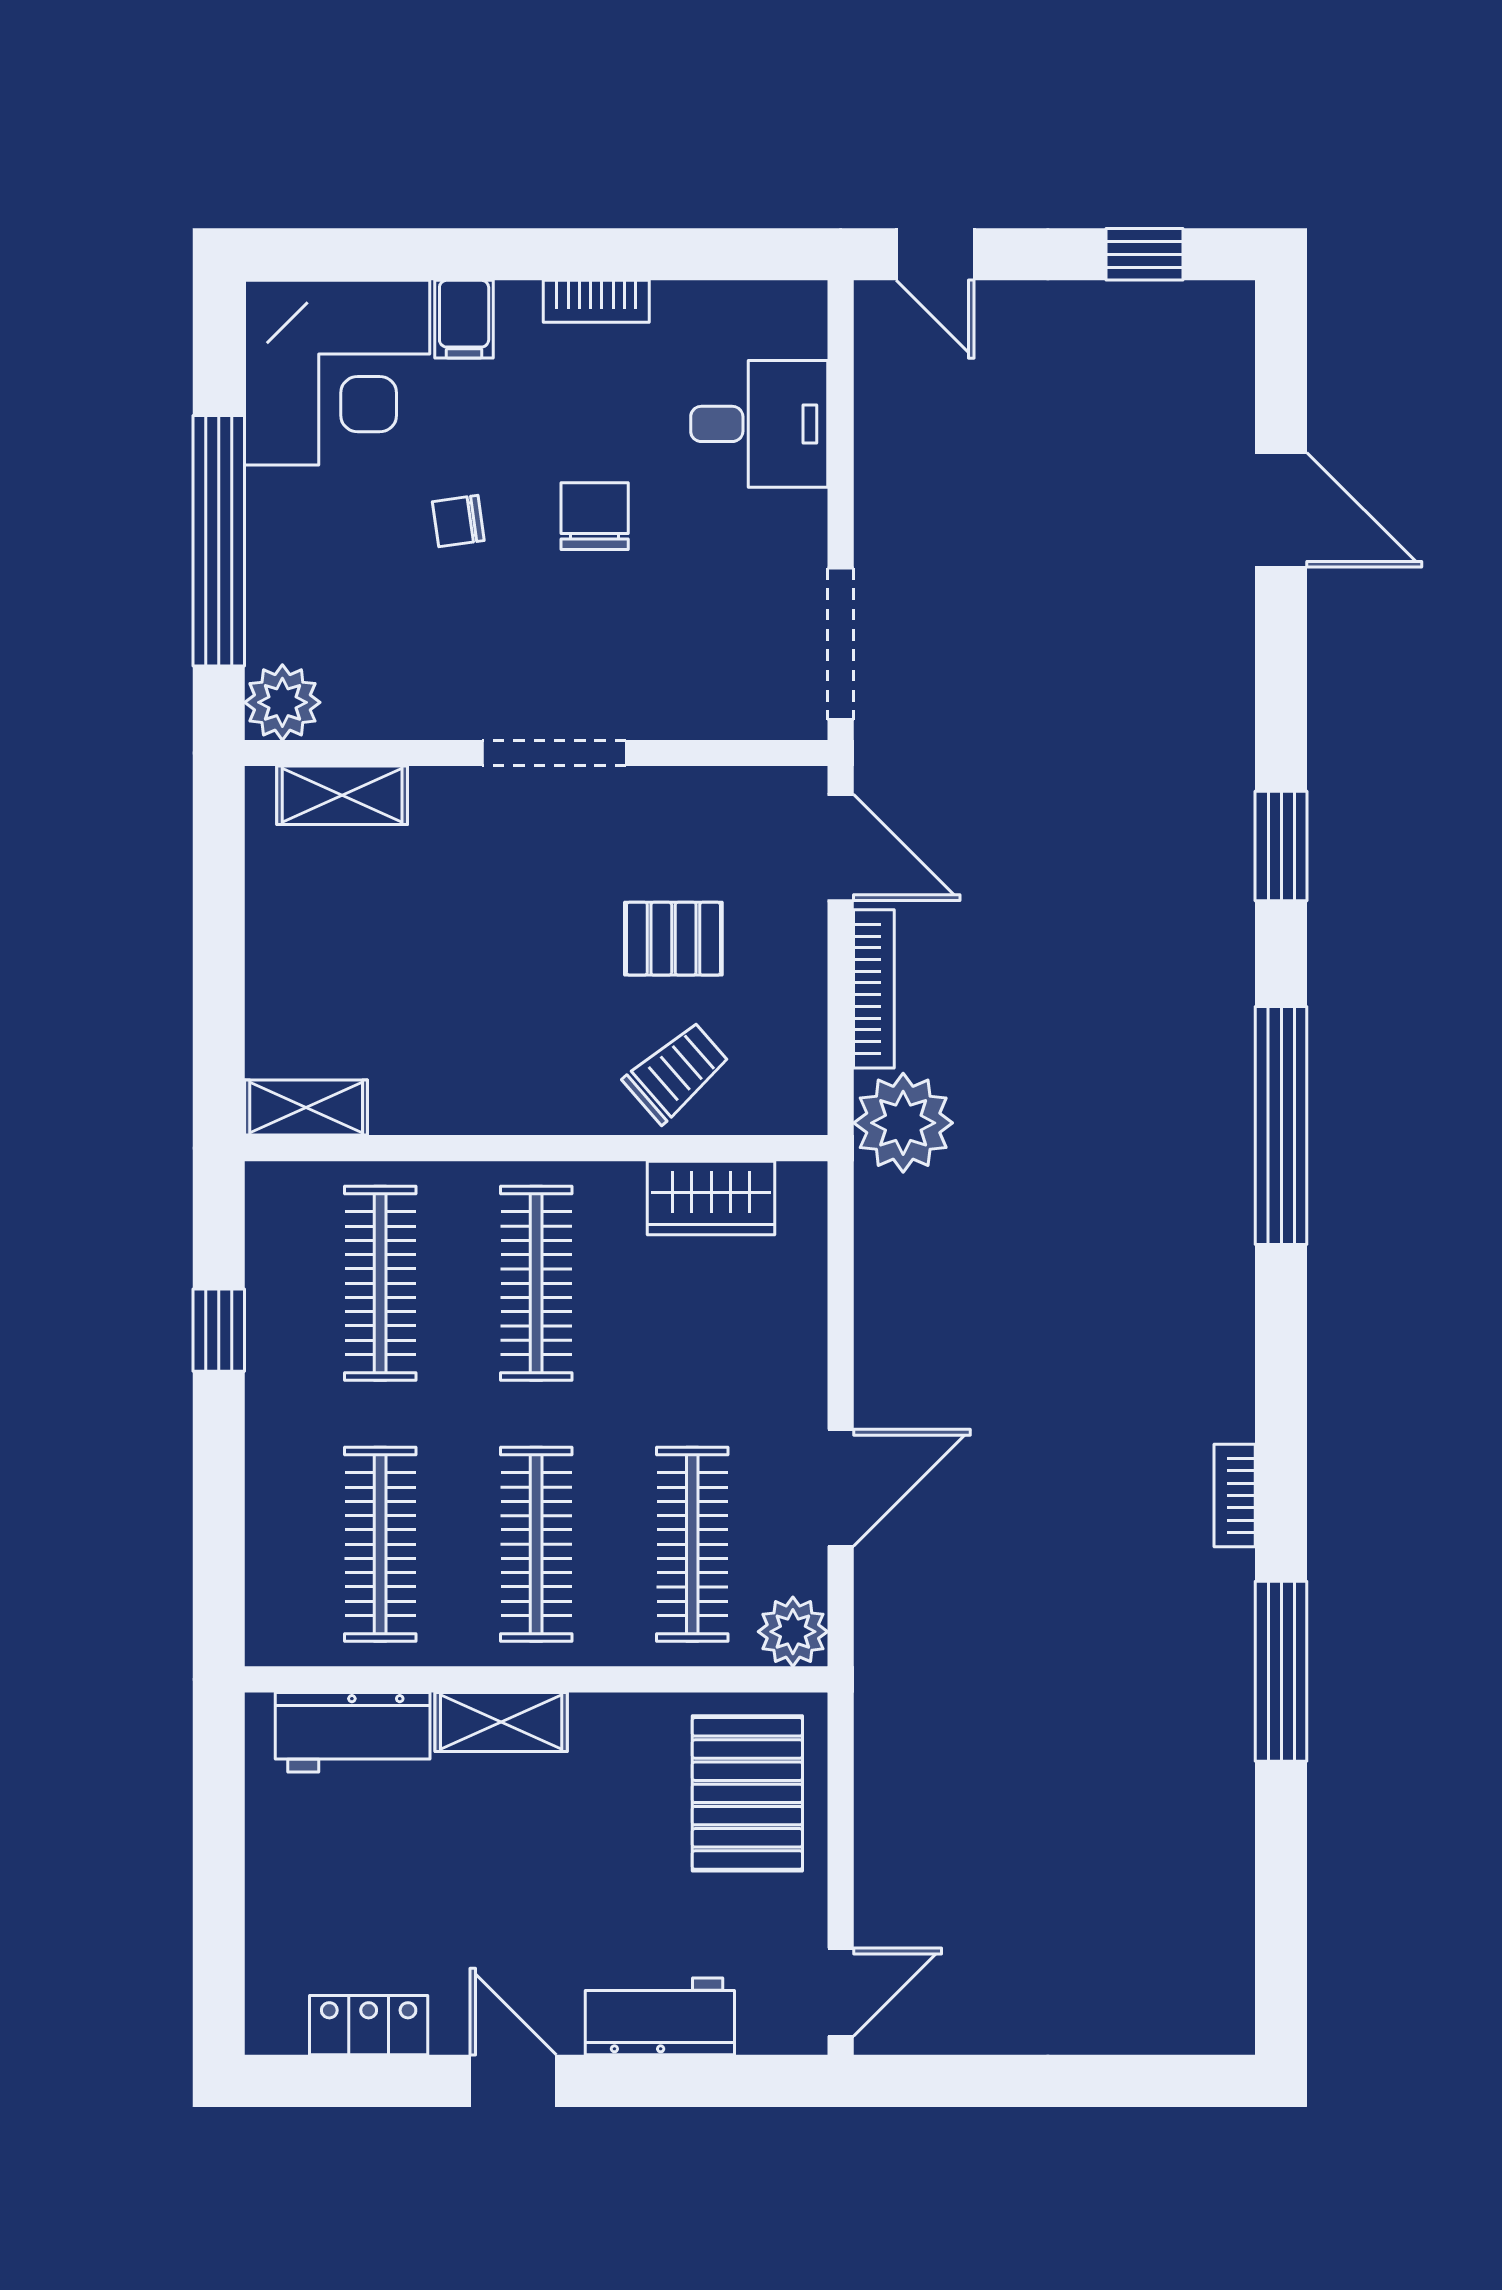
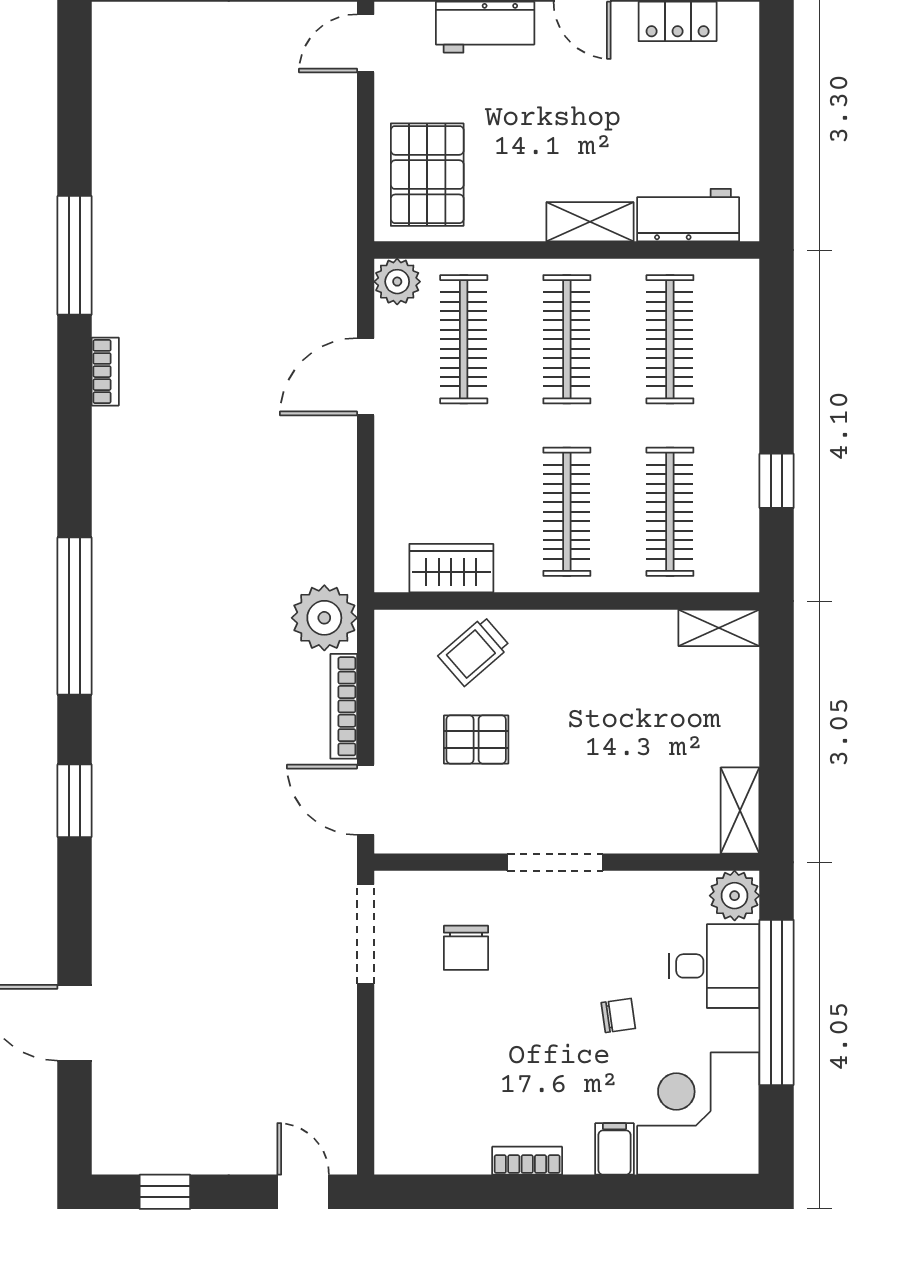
desk: (759, 424) -> (714, 966), moved, turned 180
chair: (595, 516) -> (466, 948), moved
shelving: (342, 795) -> (740, 811), moved, turned 90

